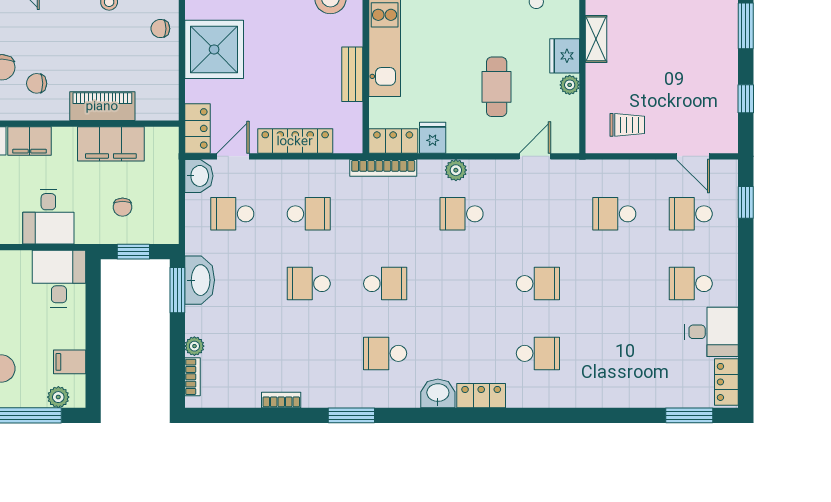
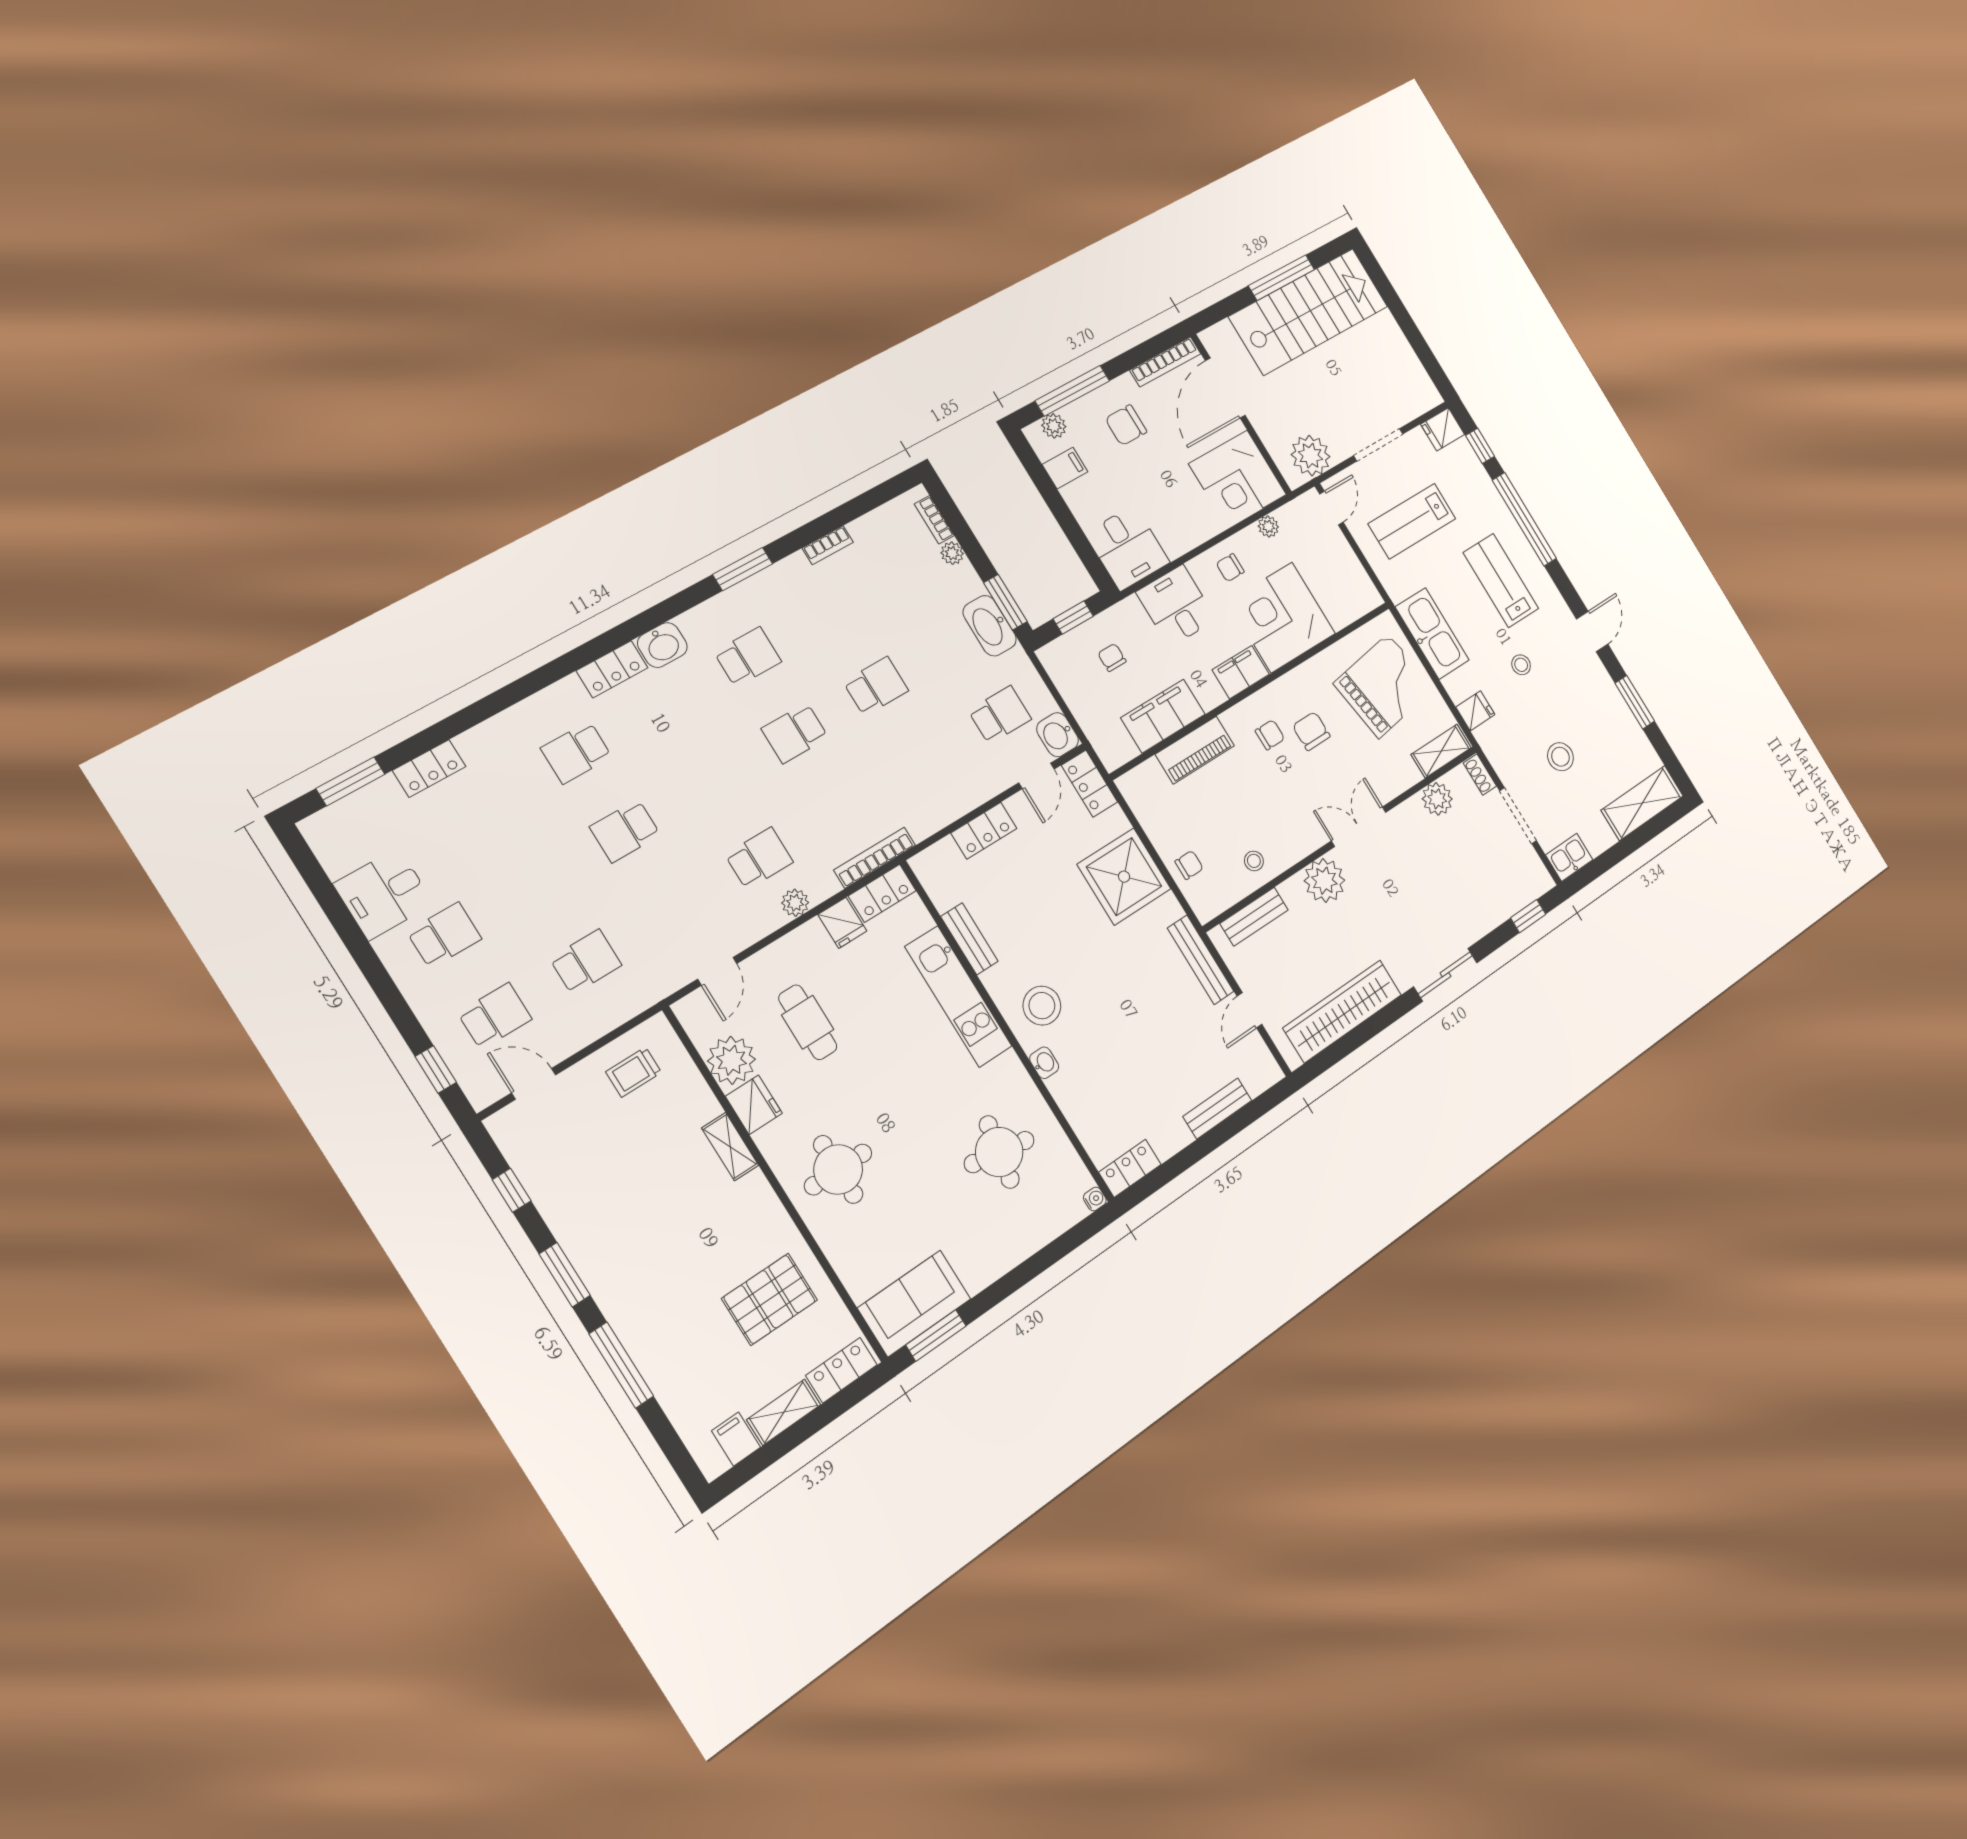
plant: (570, 85) -> (731, 1060), width x1.87, depth x1.87
locker: (295, 141) -> (984, 831), width x0.66
school desk: (309, 214) -> (922, 761), removed
locker: (726, 382) -> (429, 769), moved, turned 90

